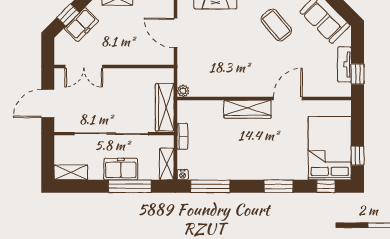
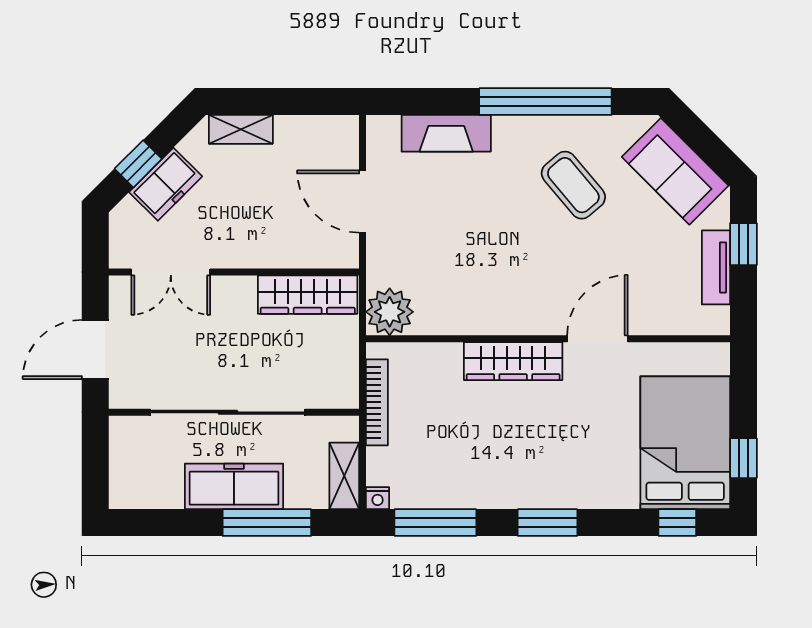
window: (358, 74) -> (743, 244), moved
plant: (183, 91) -> (390, 312), width x1.88, depth x1.88
wardrobe: (165, 107) -> (308, 295), moved, turned -90
bookcase: (182, 136) -> (377, 402), width x1.56
freezer: (121, 169) -> (234, 486), width x1.40
shelving: (71, 172) -> (144, 493), removed
window: (279, 186) -> (548, 523), moved

